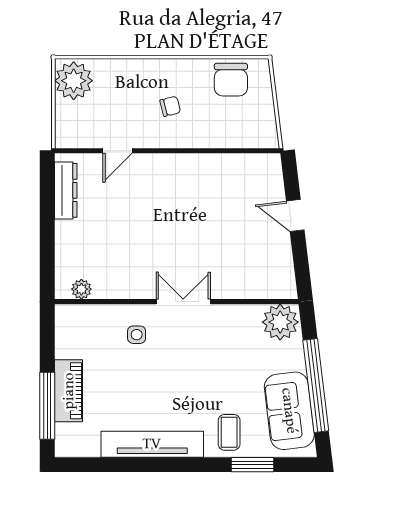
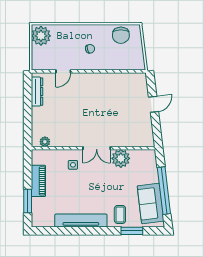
door: (295, 216) -> (154, 104), swing flipped
double door: (183, 302) -> (97, 148), swing flipped
plant: (280, 322) -> (121, 158), moved
piano: (69, 391) -> (38, 181), moved
window: (47, 406) -> (28, 201), width x0.69

